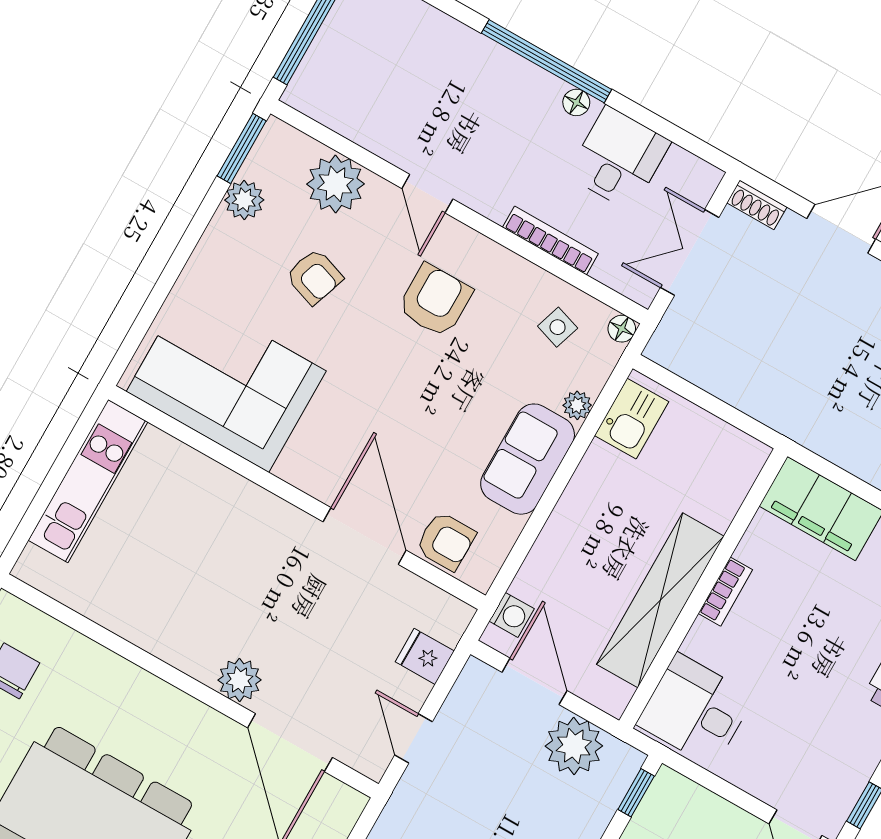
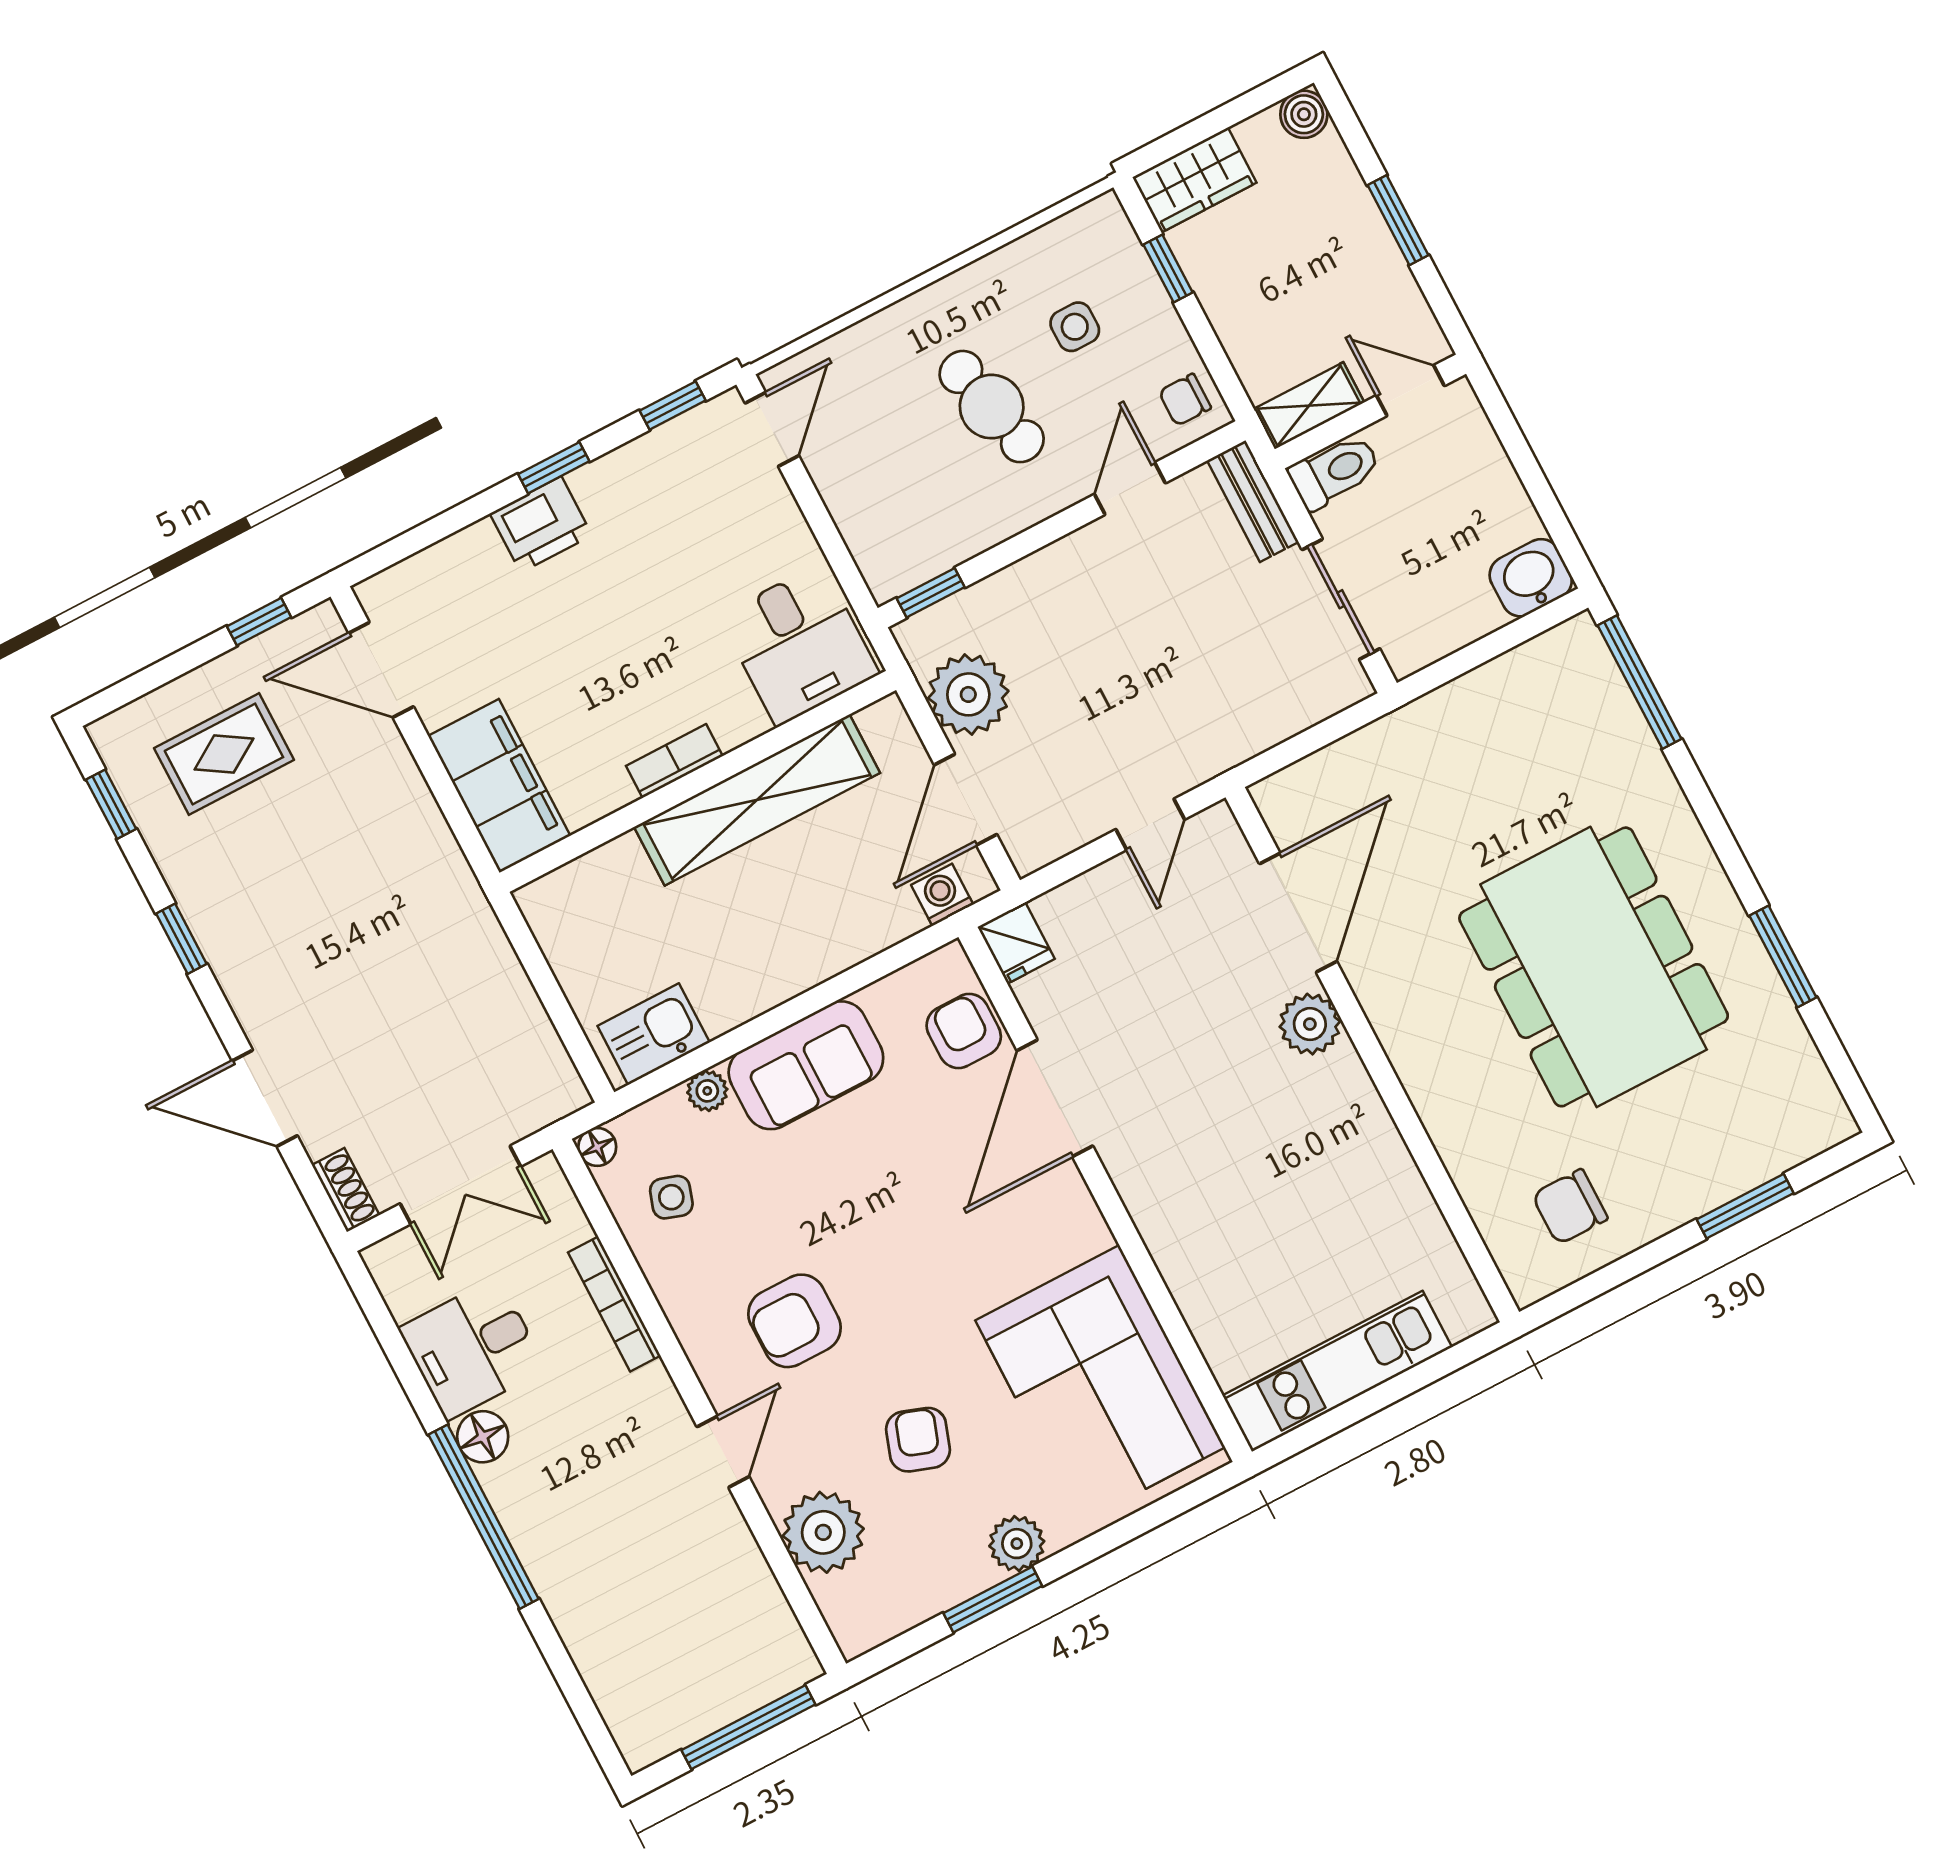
floor lamp: (576, 102) -> (483, 1437), width x1.37, depth x1.37
window: (242, 148) -> (993, 1599), moved
plant: (244, 200) -> (1017, 1544), moved
fridge: (425, 656) -> (1016, 943), moved

